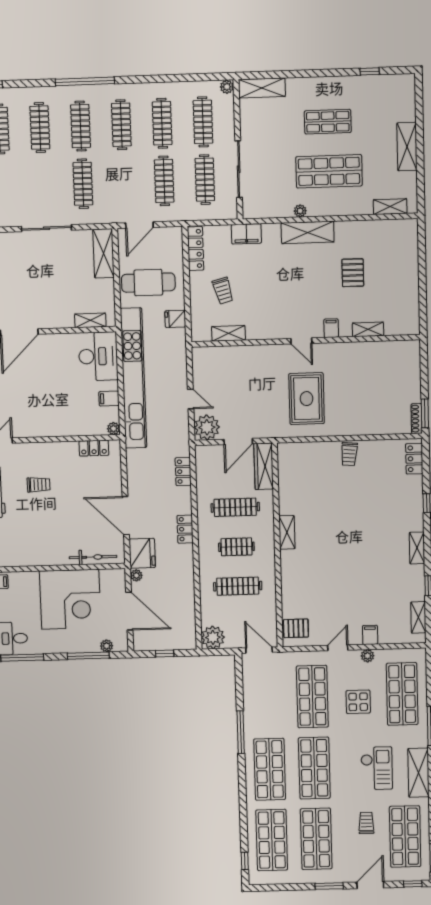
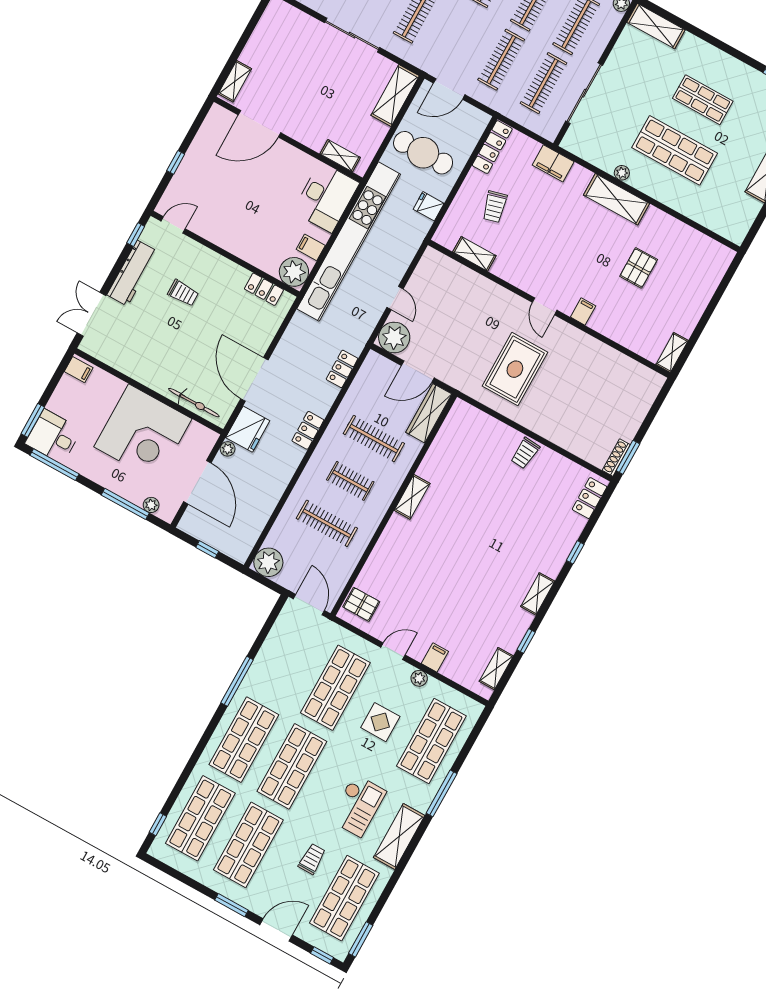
shelving: (390, 207) -> (716, 223), removed
shelving: (368, 329) -> (672, 352), moved, turned 90
plant: (114, 429) -> (294, 272), width x1.87, depth x1.87

